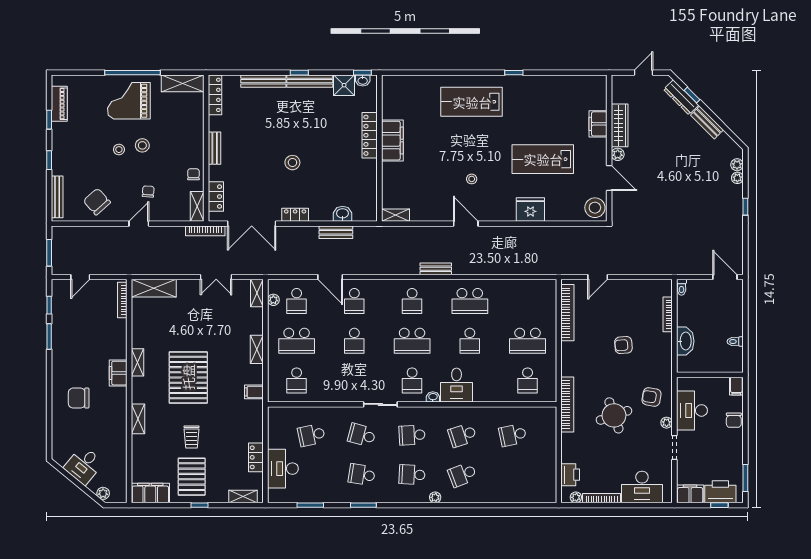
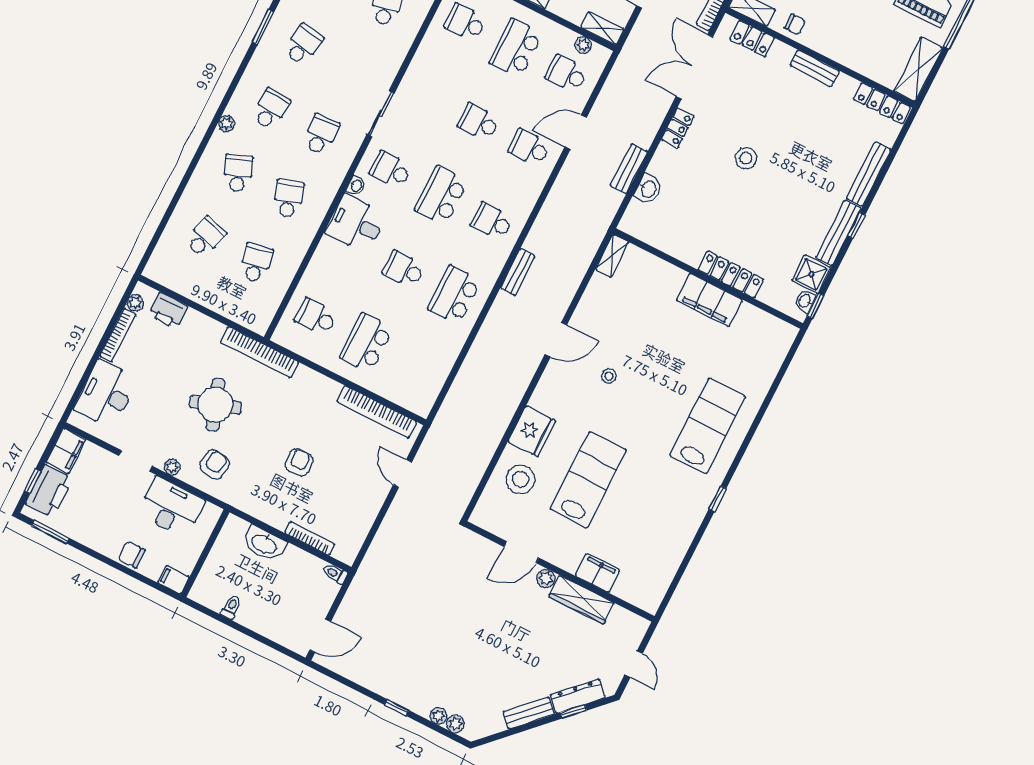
stool: (595, 208) -> (520, 479), moved
school desk: (362, 435) -> (205, 237), moved

